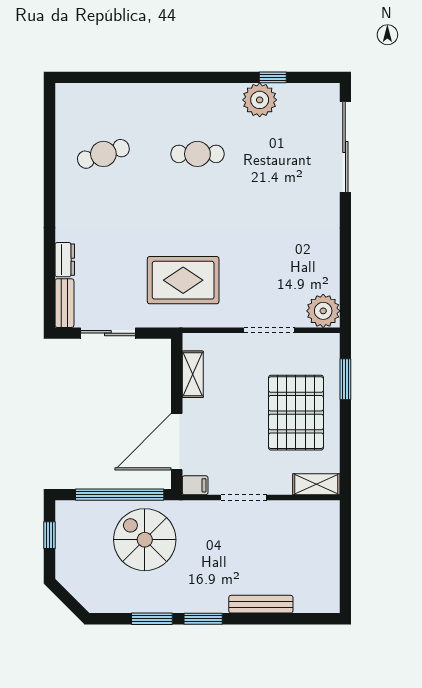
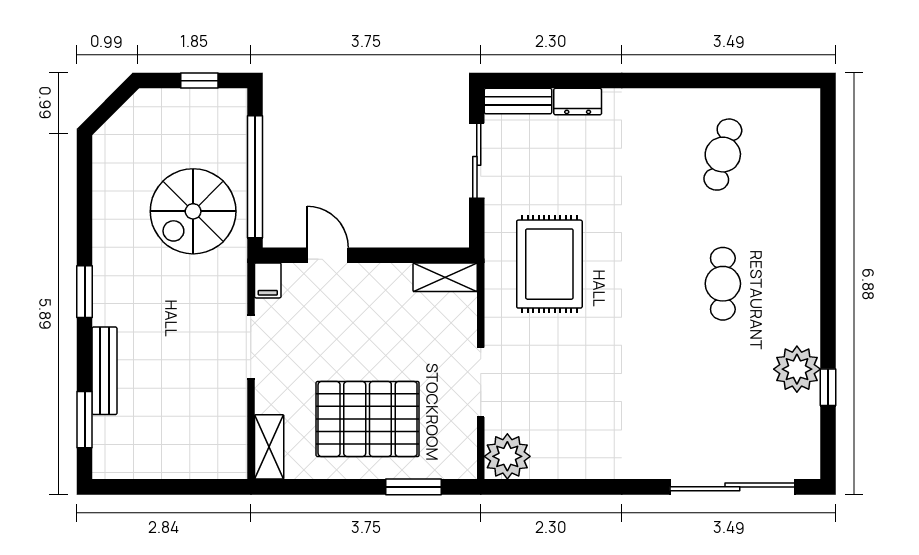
cafe table: (103, 154) -> (723, 155), turned 33
shelving: (193, 374) -> (445, 277), moved
door: (177, 442) -> (328, 255), width x0.53
spiral stairs: (145, 540) -> (193, 211), turned 180
window: (152, 619) -> (85, 420), moved

